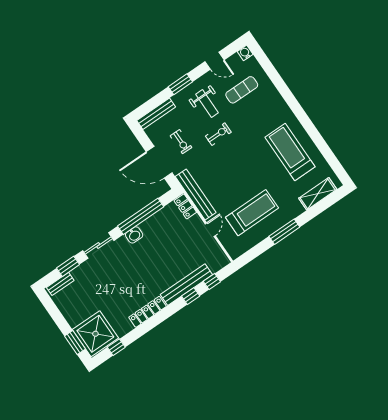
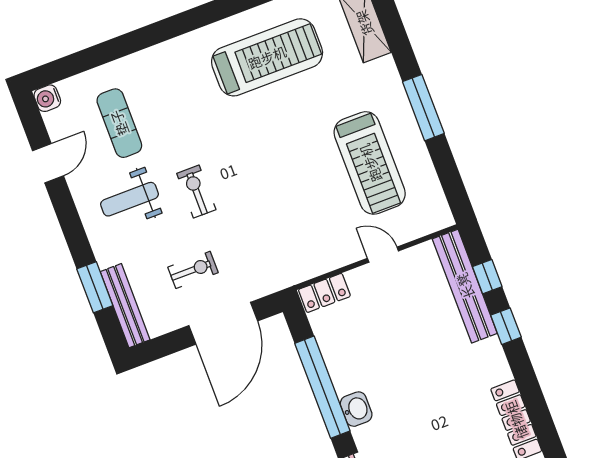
window: (180, 84) -> (95, 287), moved
weight bench: (207, 103) -> (130, 199), turned 180
treadmill: (290, 152) -> (267, 57), turned 180
bench: (196, 195) -> (306, 266), removed
treadmill: (252, 213) -> (370, 163), turned 180
bench: (186, 285) -> (465, 286), moved

